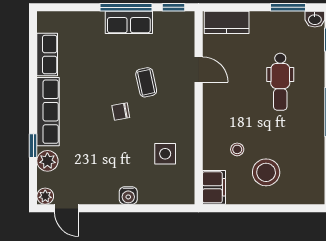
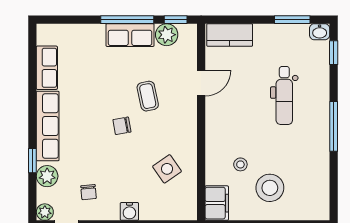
plant: (165, 22) -> (167, 35), added
door: (199, 69) -> (201, 83), hinge flipped
side table: (165, 154) -> (167, 169), turned -35
chair: (88, 177) -> (89, 192), added

